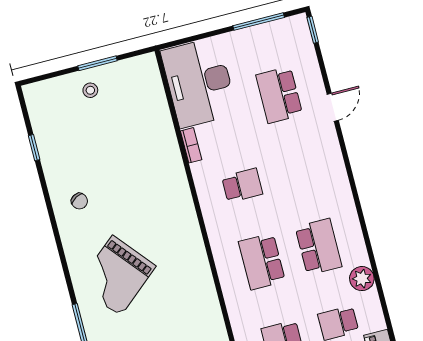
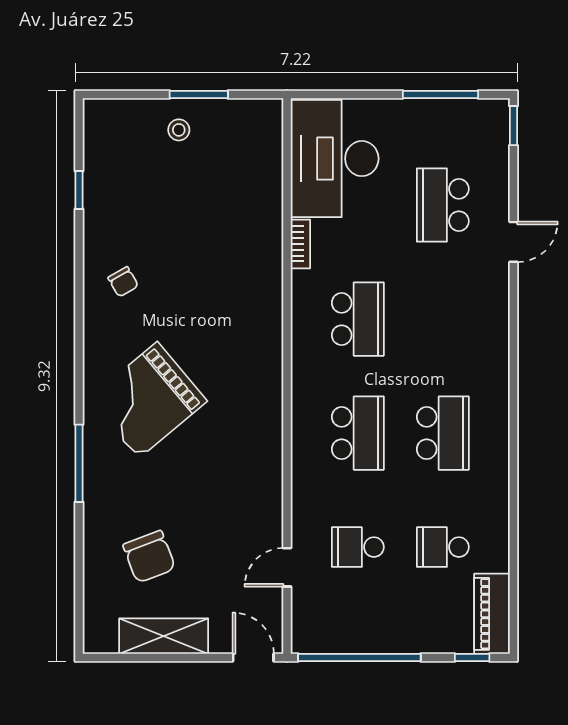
school desk: (242, 185) -> (358, 319), width x1.85
school desk: (262, 261) -> (358, 433), turned 180
plant: (362, 279) -> (492, 494), removed

